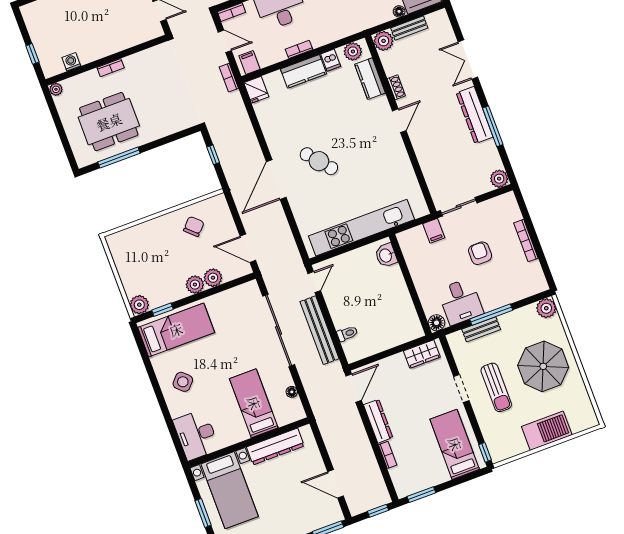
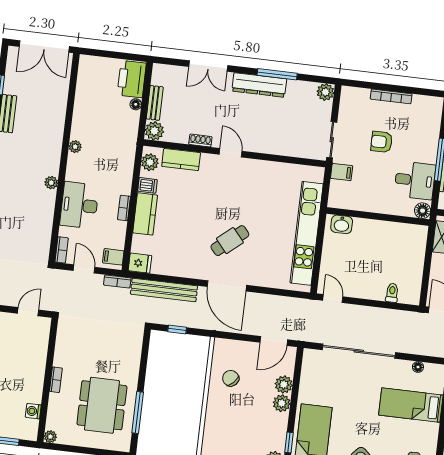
door: (225, 41) -> (84, 269), hinge flipped
bench: (320, 330) -> (164, 290), moved

